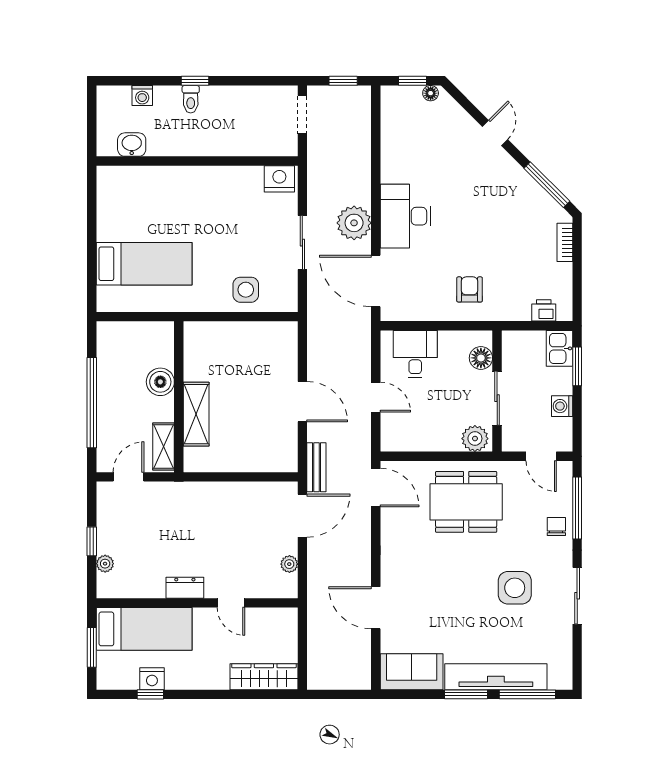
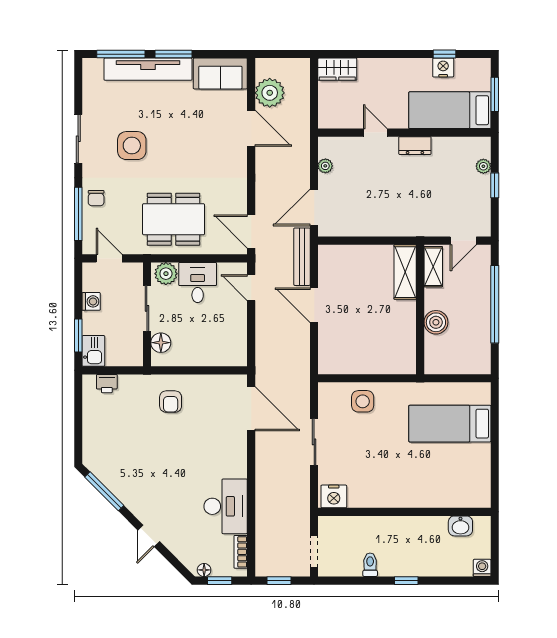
washing machine: (142, 96) -> (482, 568), moved
toilet: (191, 99) -> (370, 565), moved
desk: (405, 216) -> (226, 506), moved
plant: (354, 223) -> (270, 93), moved
bookcase: (565, 242) -> (241, 552), moved, turned 180
desk: (415, 354) -> (198, 283), moved, turned 180
door: (376, 397) -> (251, 288), moved
shelving: (196, 414) -> (405, 272), moved
bench: (316, 467) -> (302, 257), width x1.36
wardrobe: (264, 677) -> (337, 69), width x0.67

